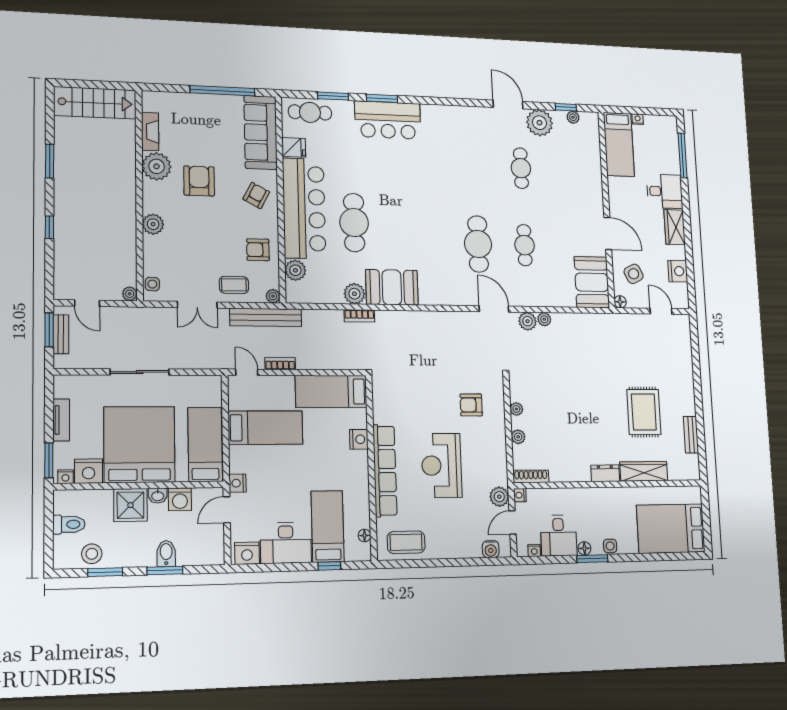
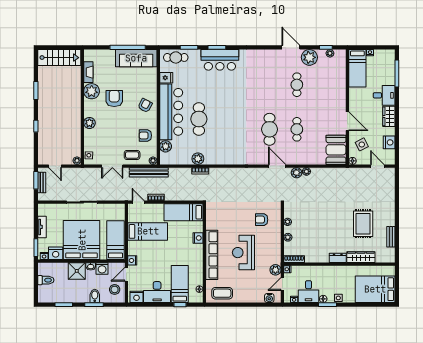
sofa: (261, 132) -> (136, 58), moved, turned -90
booth: (392, 287) -> (219, 155), removed
stool: (92, 554) -> (115, 289), moved

